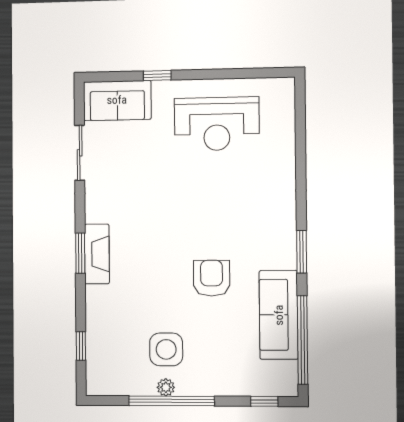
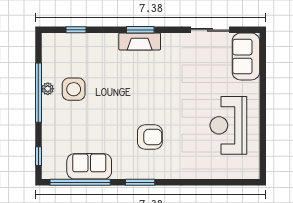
window: (157, 75) -> (263, 85), removed
armchair: (212, 278) -> (150, 137), moved
sofa: (279, 315) -> (89, 166), width x0.73

